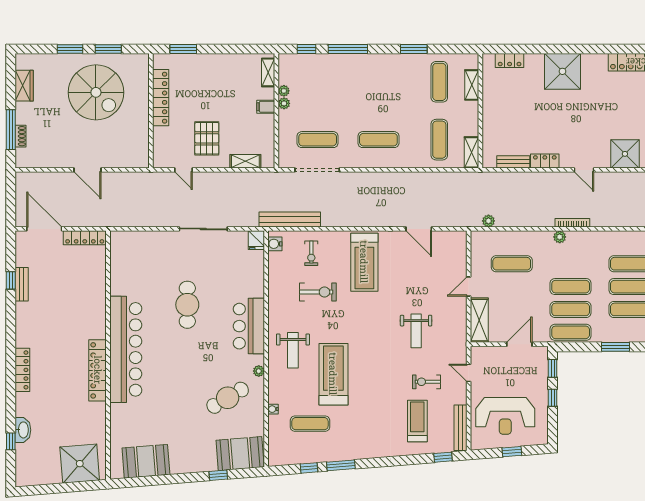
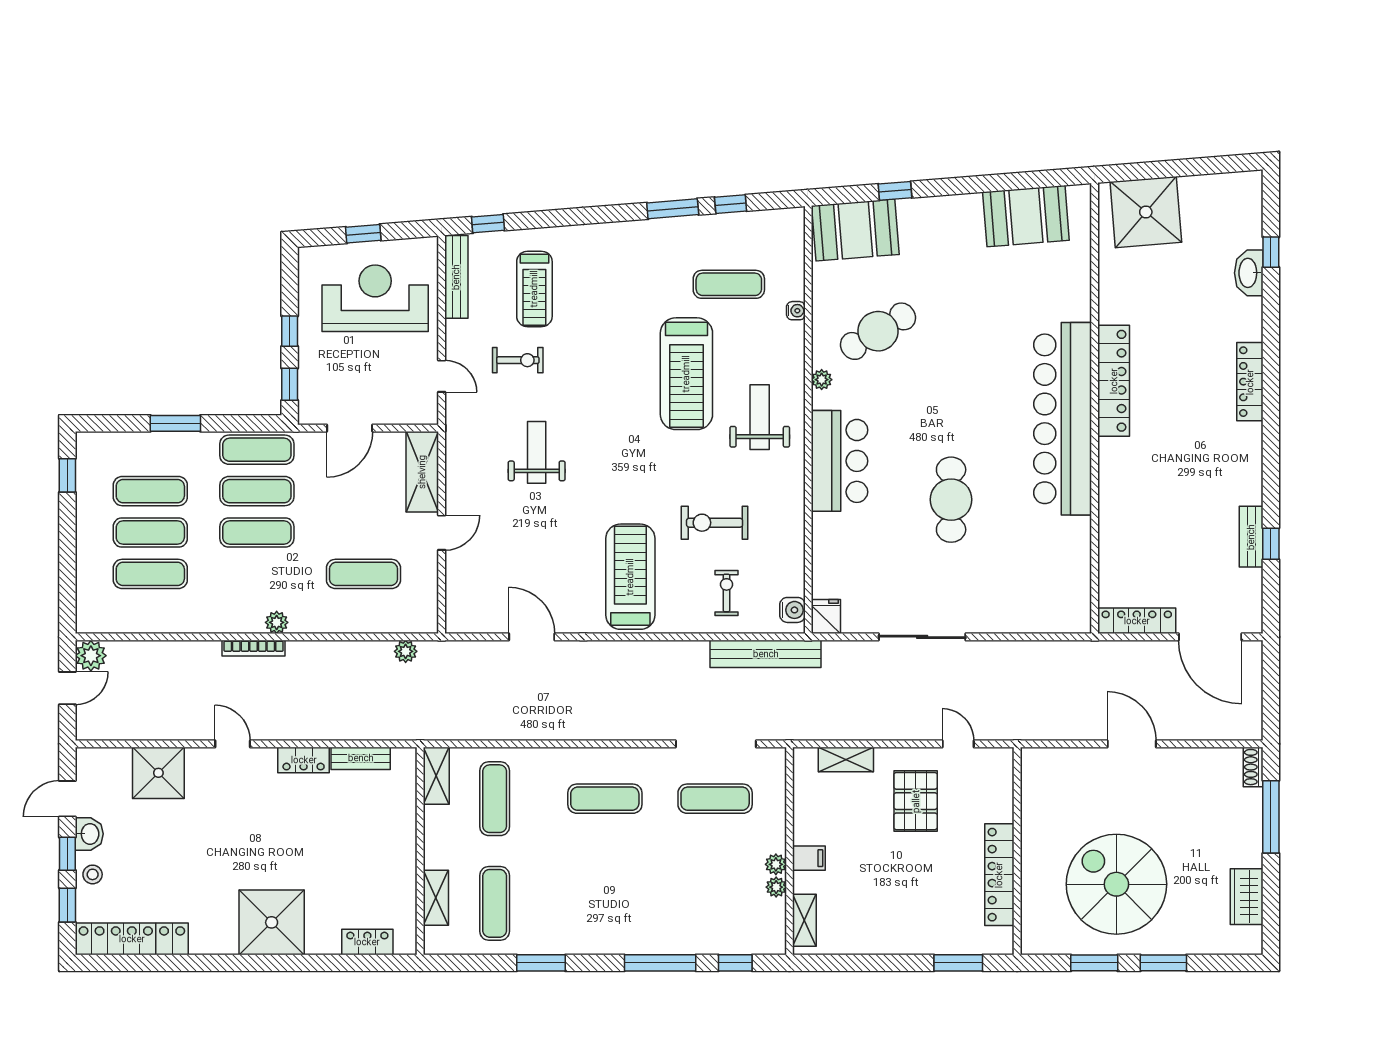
shoe rack: (20, 136) -> (1253, 767), moved

